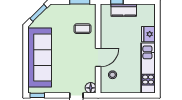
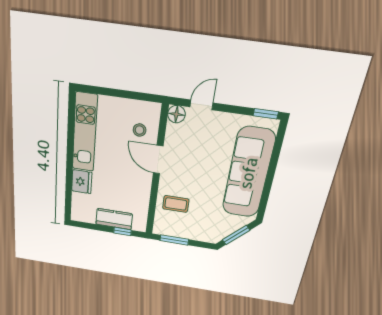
door: (98, 57) -> (158, 160), hinge flipped

